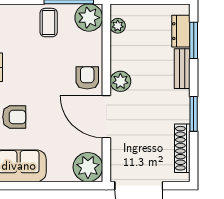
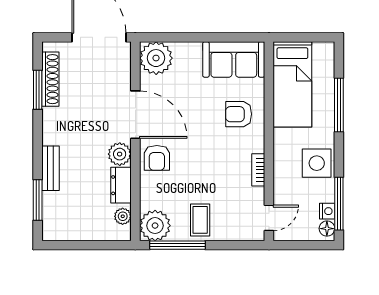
dresser: (181, 31) -> (121, 185), moved, turned 180
window: (194, 114) -> (38, 90), moved

